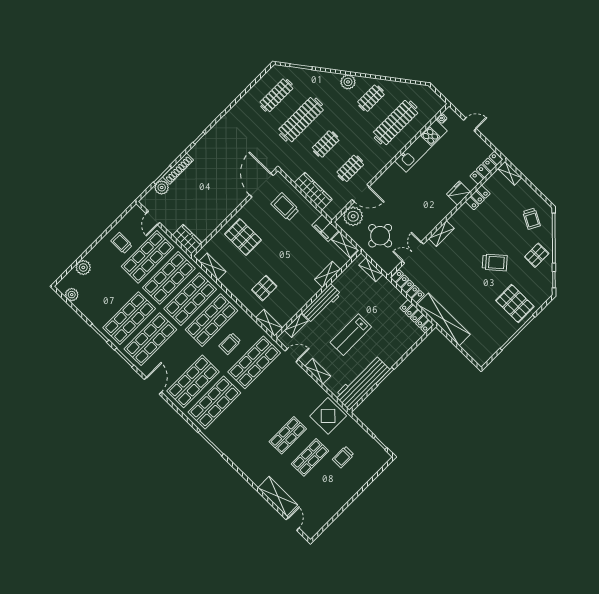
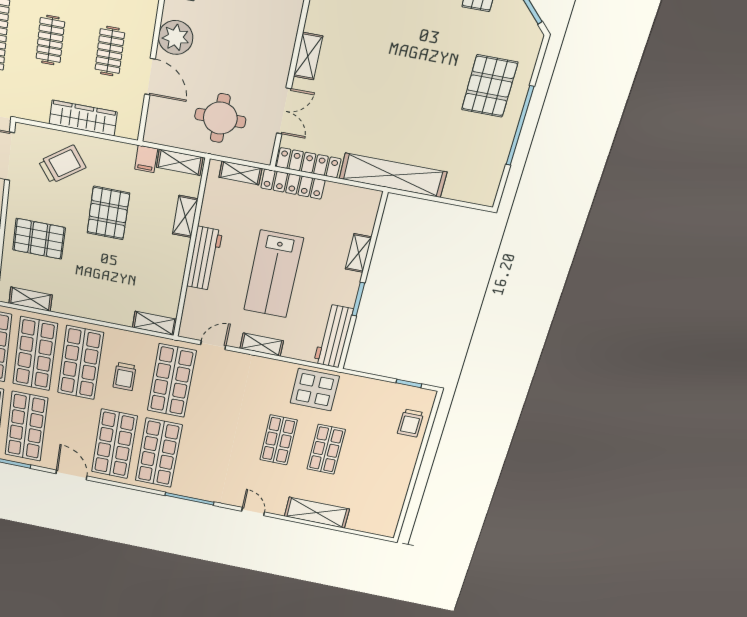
door: (361, 193) -> (150, 77), hinge flipped
trolley: (285, 207) -> (62, 164), turned 144
plant: (353, 216) -> (176, 37), moved
filing cabinet: (325, 228) -> (146, 159), width x0.50
double door: (413, 252) -> (284, 111), swing flipped
trolley: (495, 262) -> (419, 46), removed
pallet: (264, 288) -> (108, 213), moved, width x1.50, depth x1.42
pallet: (515, 303) -> (490, 86), turned 90
locker: (417, 316) -> (293, 184), moved
shelving: (296, 325) -> (358, 253), moved
lab bench: (351, 335) -> (273, 274), width x1.36, depth x1.39
workbench: (362, 383) -> (333, 336), width x0.73, depth x0.76
trolley: (343, 457) -> (411, 423), moved
door: (292, 524) -> (253, 512), moved

